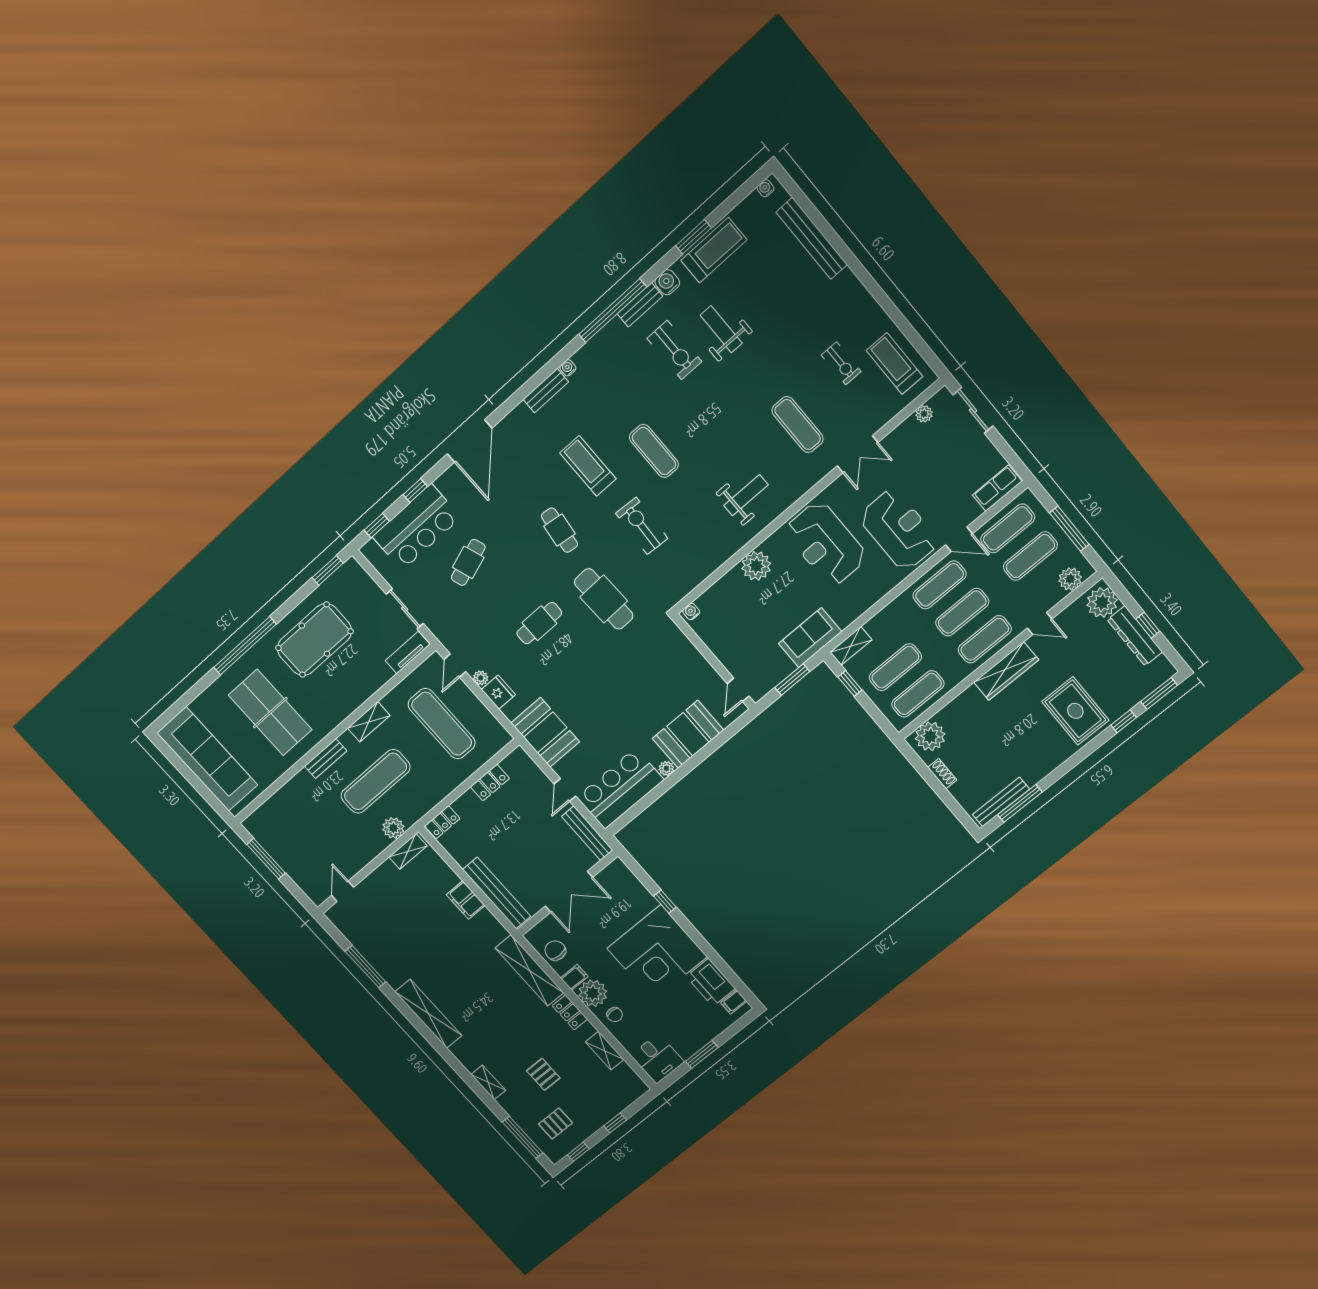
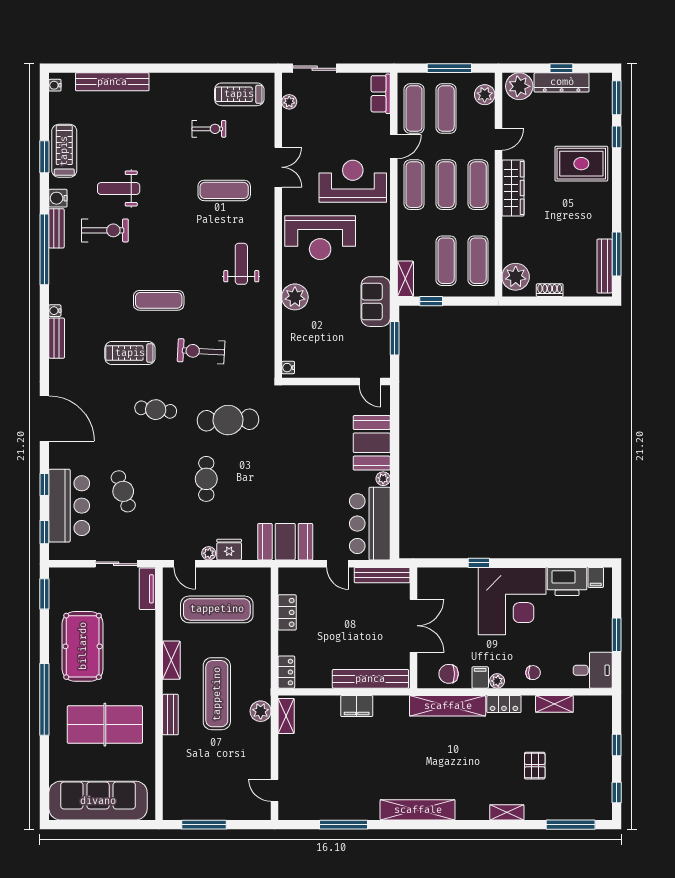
plant: (593, 993) -> (497, 681), width x0.53, depth x0.53
pallet: (543, 1074) -> (535, 766), turned 90
pallet: (555, 1123) -> (580, 790), removed

